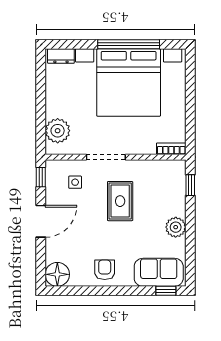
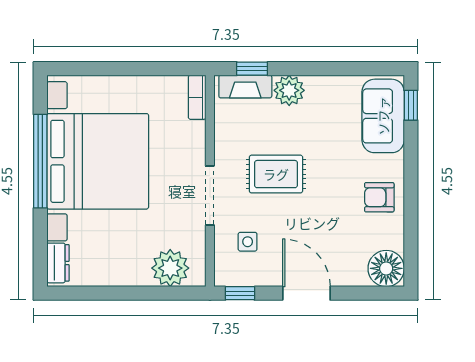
fireplace: (178, 181) -> (245, 87), added
plant: (176, 227) -> (289, 90), moved

